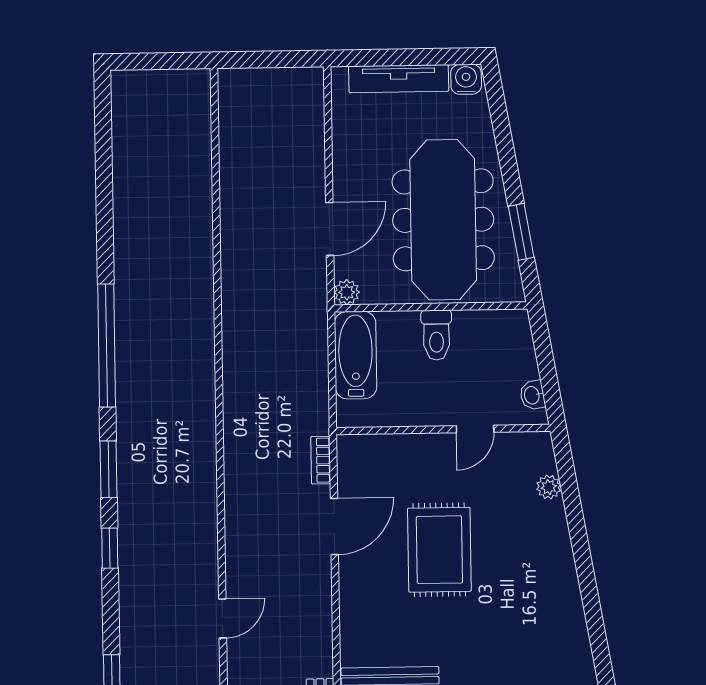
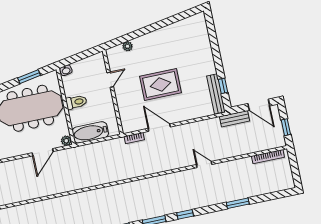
door: (330, 229) -> (43, 152), swing flipped
washbasin: (532, 395) -> (66, 70), moved
door: (475, 429) -> (110, 80), hinge flipped

